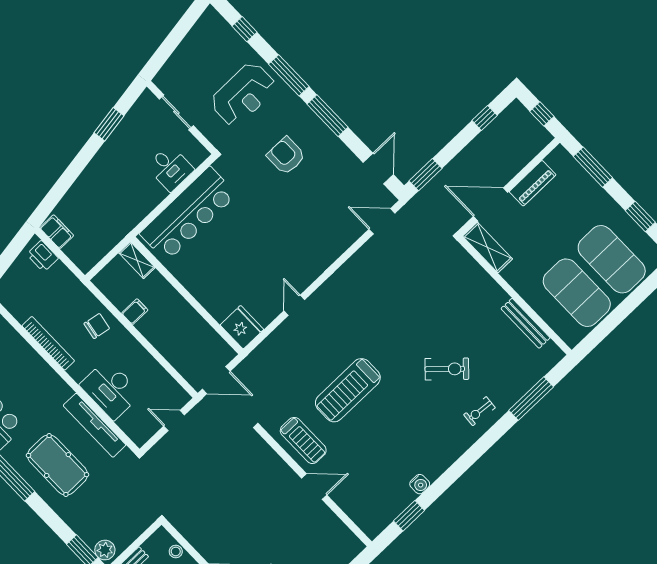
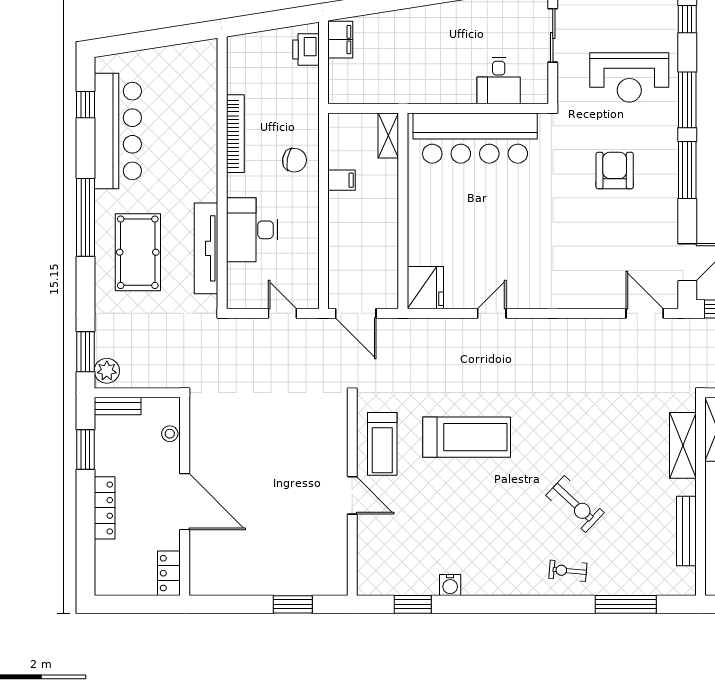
shelving: (476, 276) -> (683, 445), added
treadmill: (348, 390) -> (467, 437), turned 180

